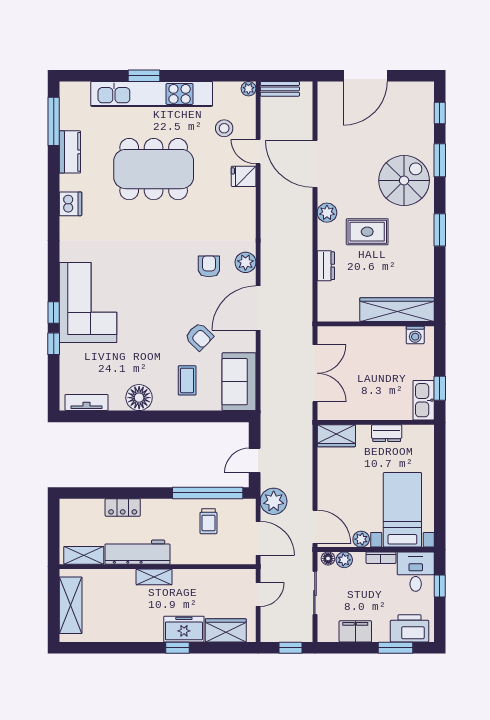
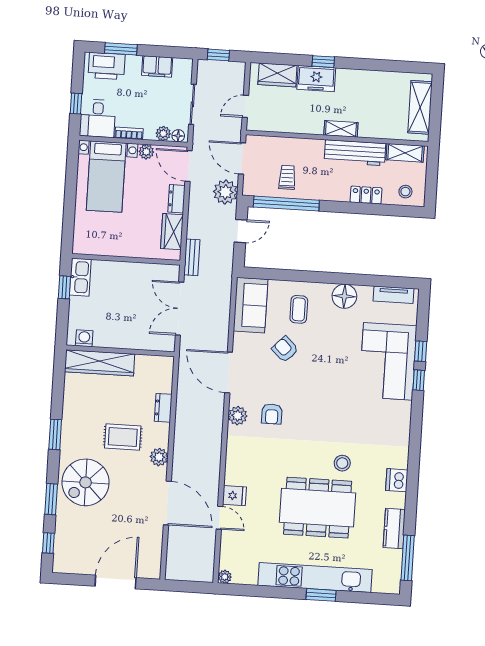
bench: (280, 89) -> (192, 257), moved, turned 90
stool: (224, 128) -> (342, 463), moved
corner sofa: (88, 302) -> (388, 361), moved
door: (258, 308) -> (229, 372), swing flipped
dresser: (387, 433) -> (176, 199), moved, turned -90
wardrobe: (336, 436) -> (172, 232), moved, turned -90
stool: (81, 514) -> (405, 192), added

